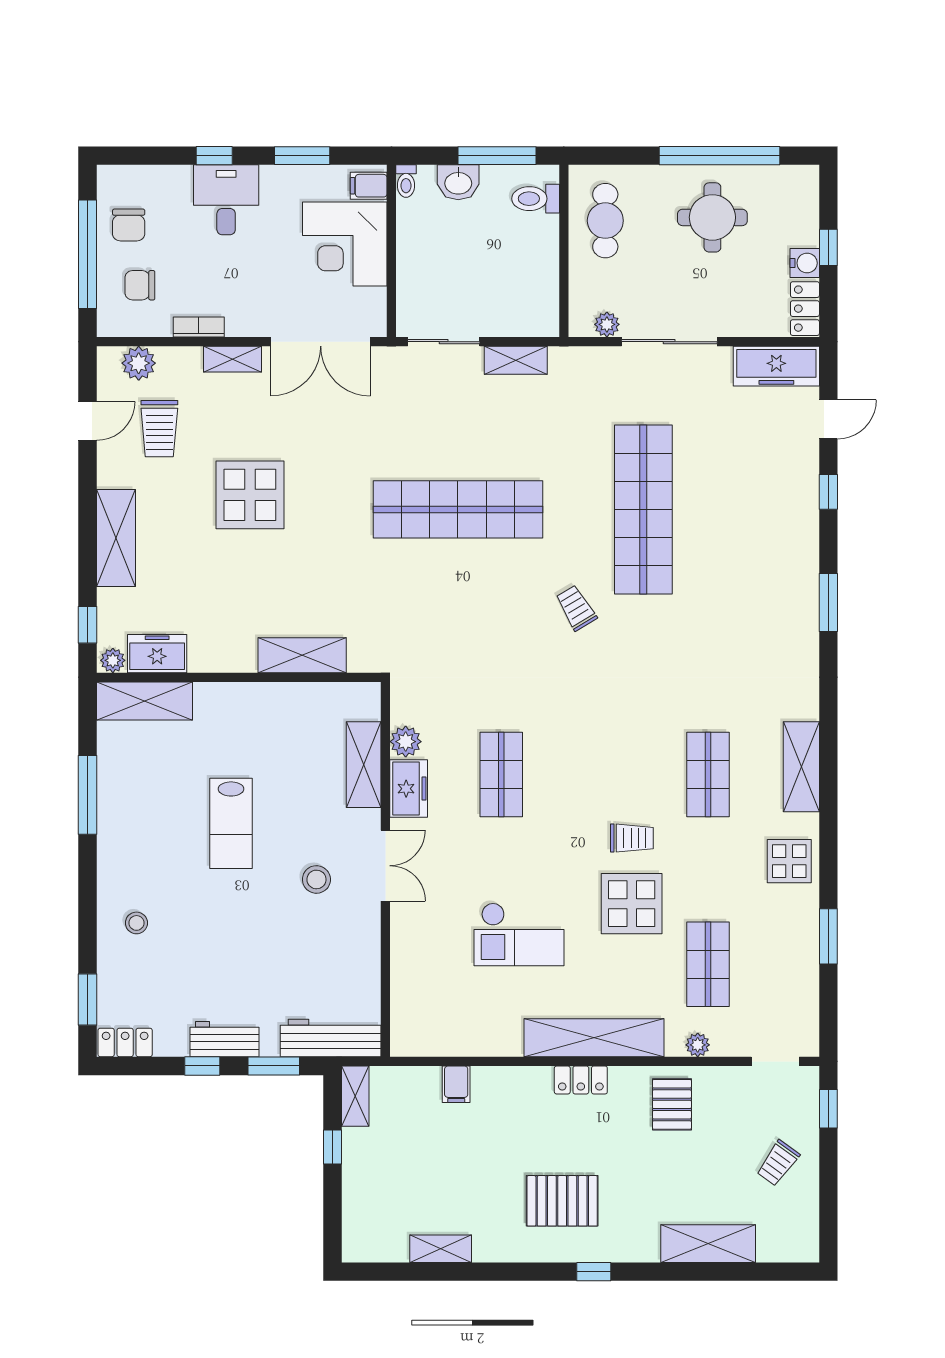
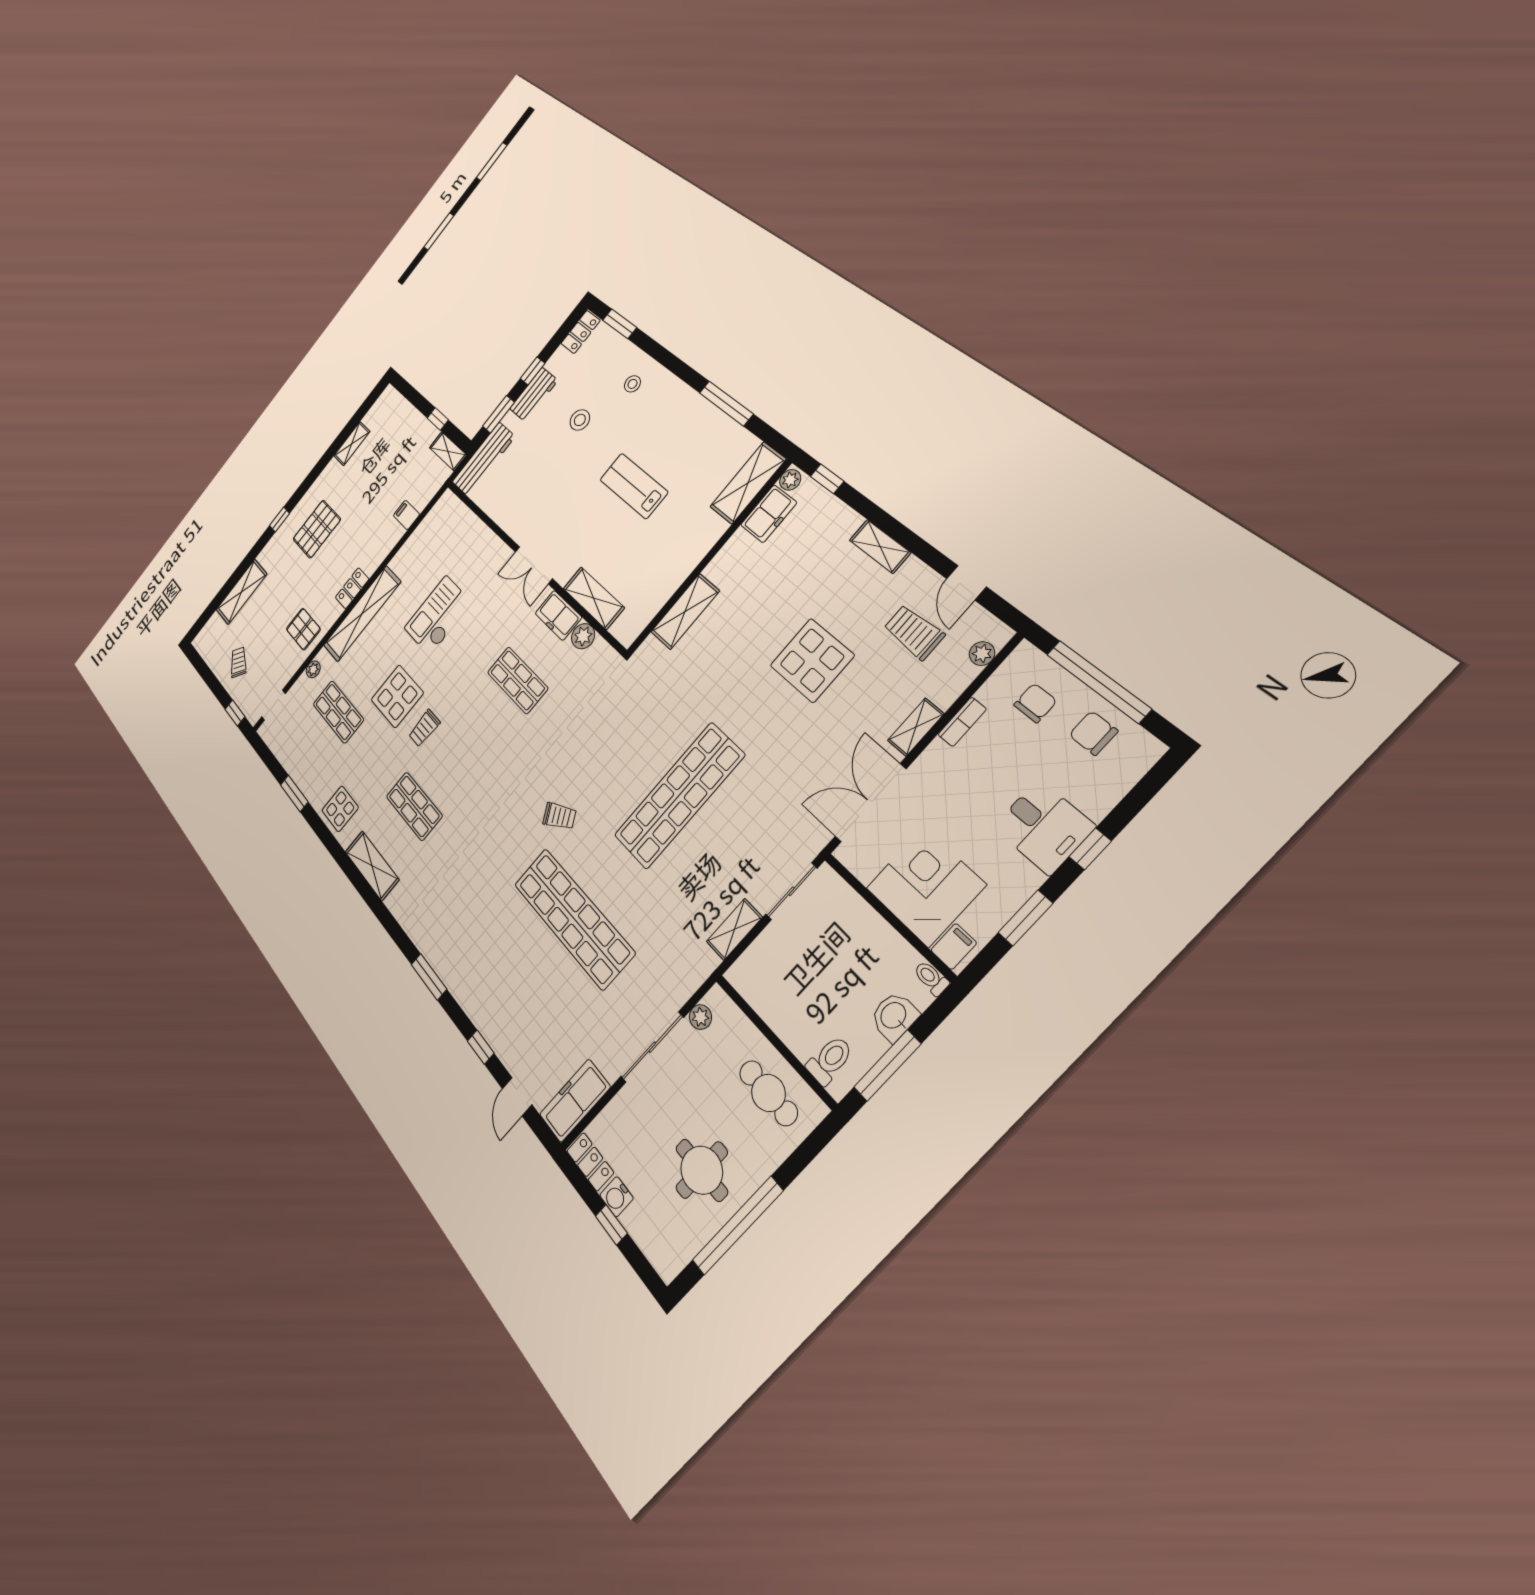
plant: (139, 363) -> (982, 654), width x0.73, depth x0.73
shelving: (116, 538) -> (880, 546), width x0.67, depth x0.75
stool: (316, 879) -> (580, 420), moved

